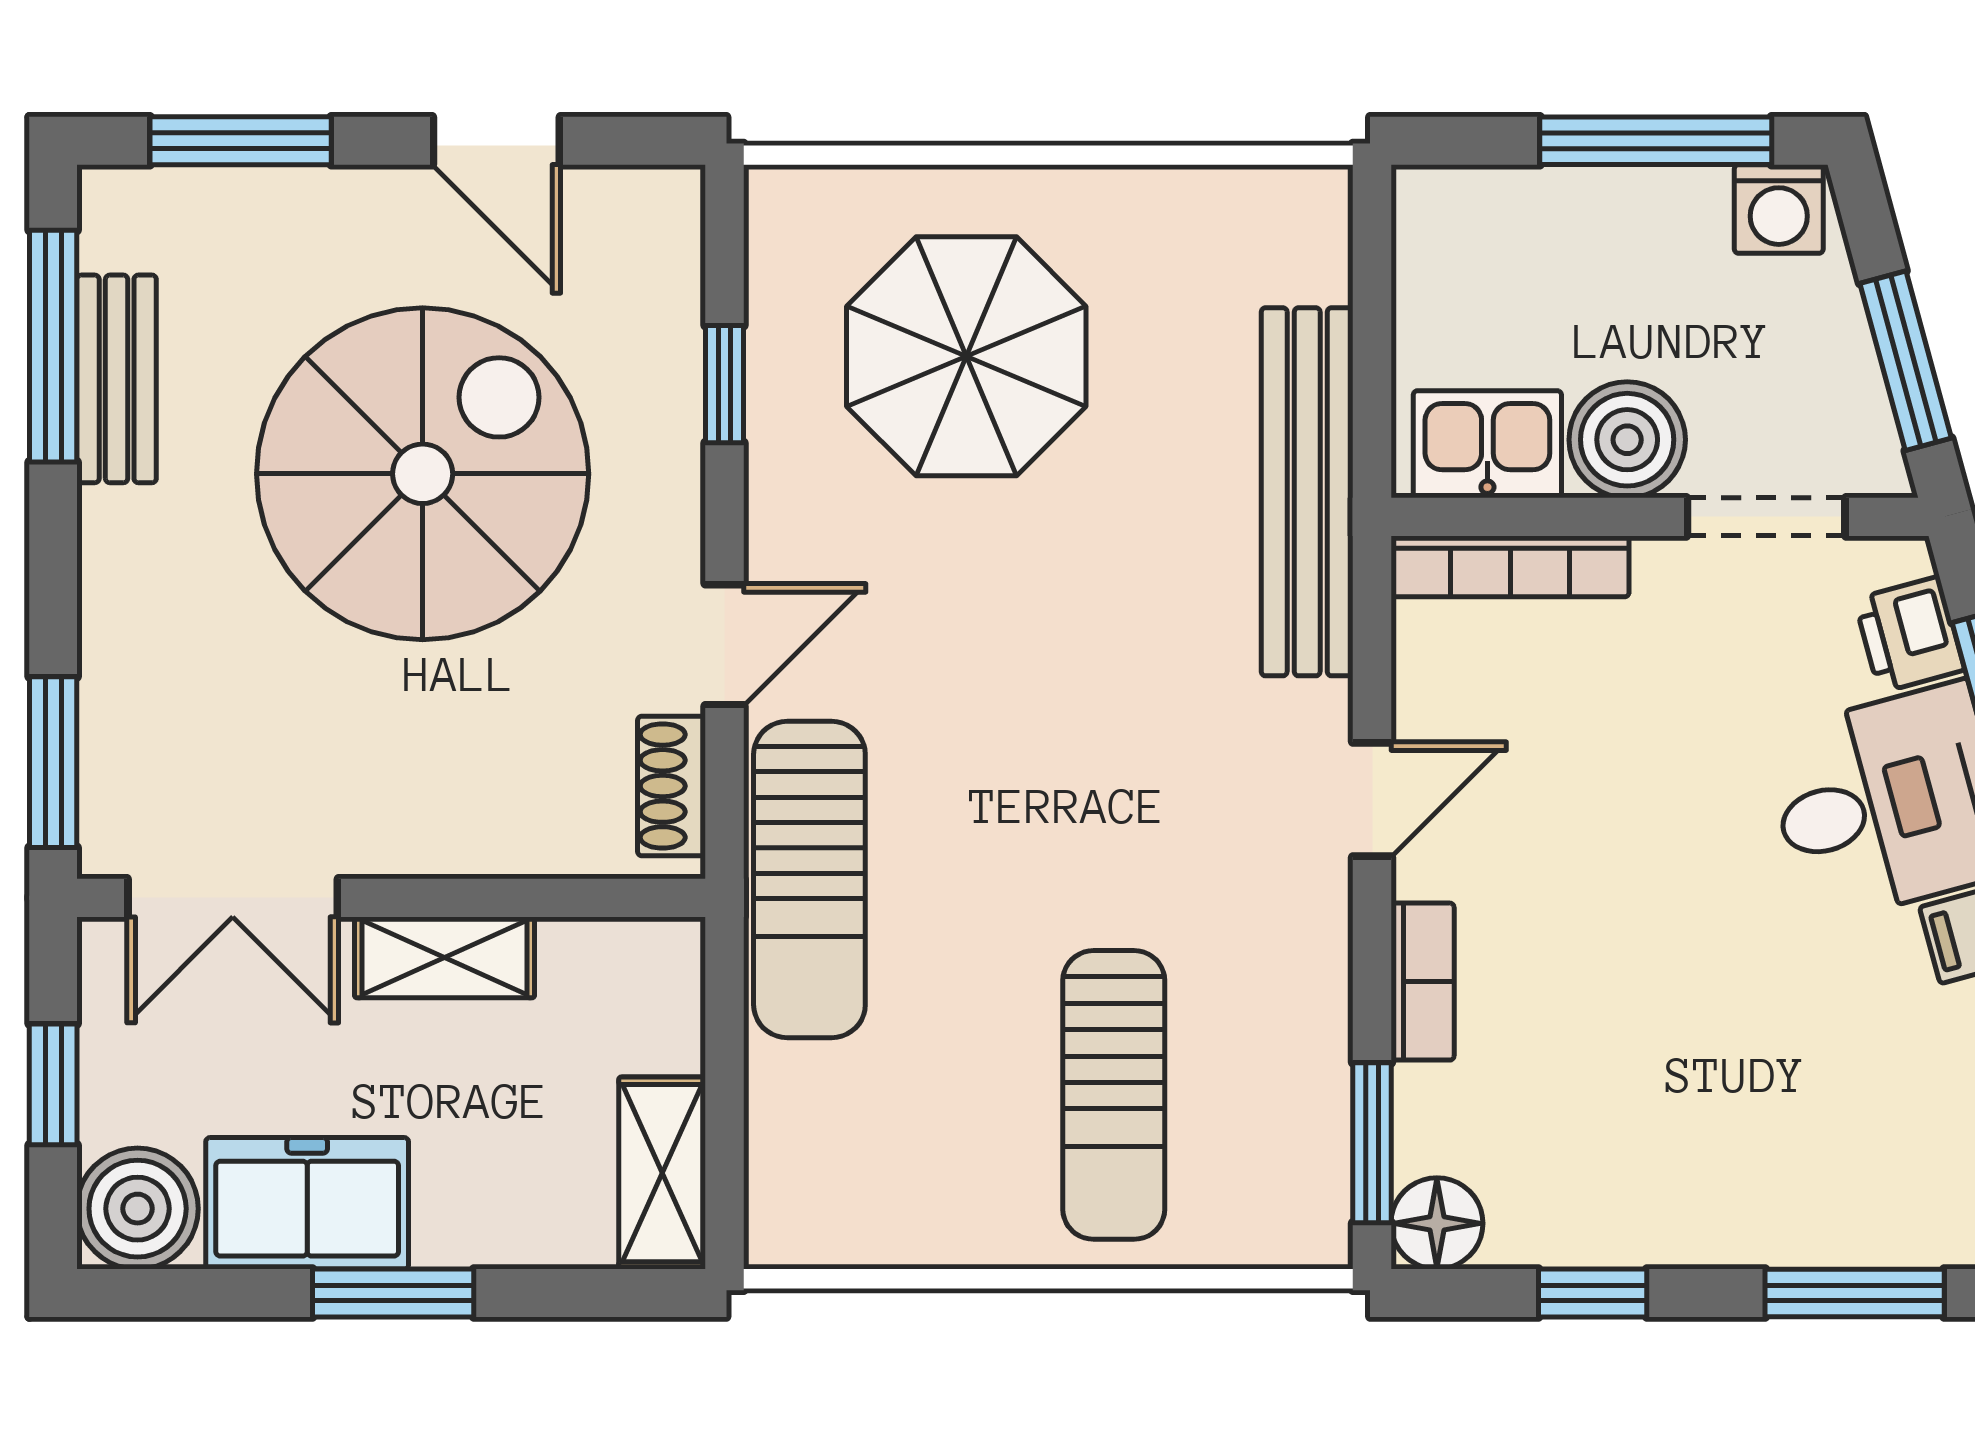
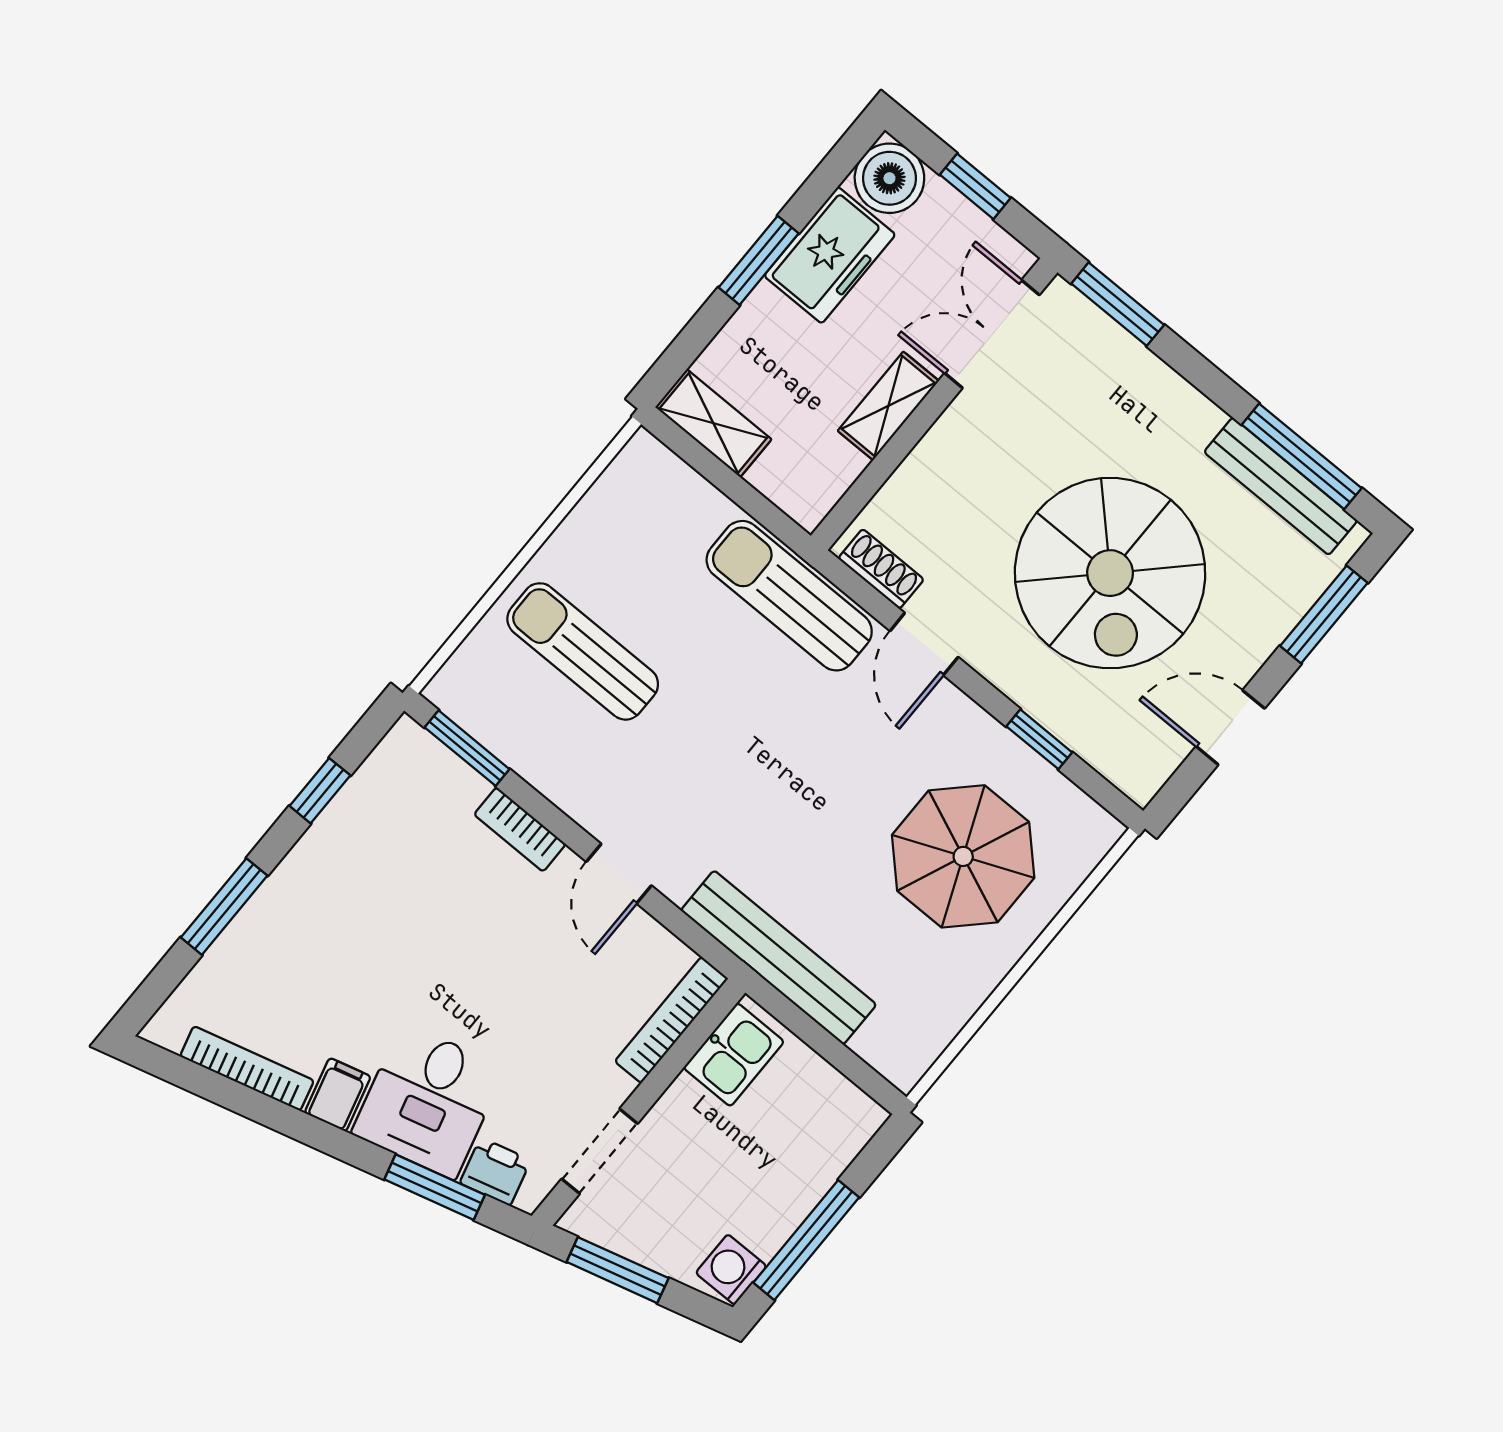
bench: (117, 379) -> (1281, 486), width x1.36
boiler: (1627, 440) -> (685, 1118), removed
floor lamp: (1437, 1223) -> (408, 747), removed

